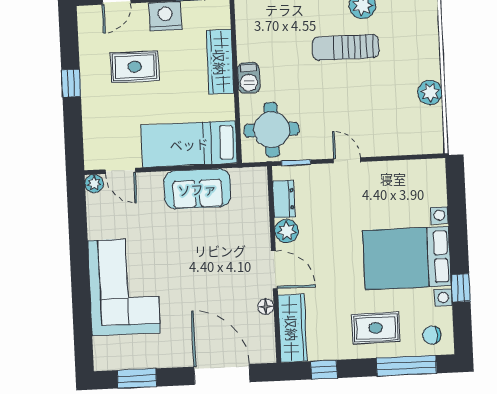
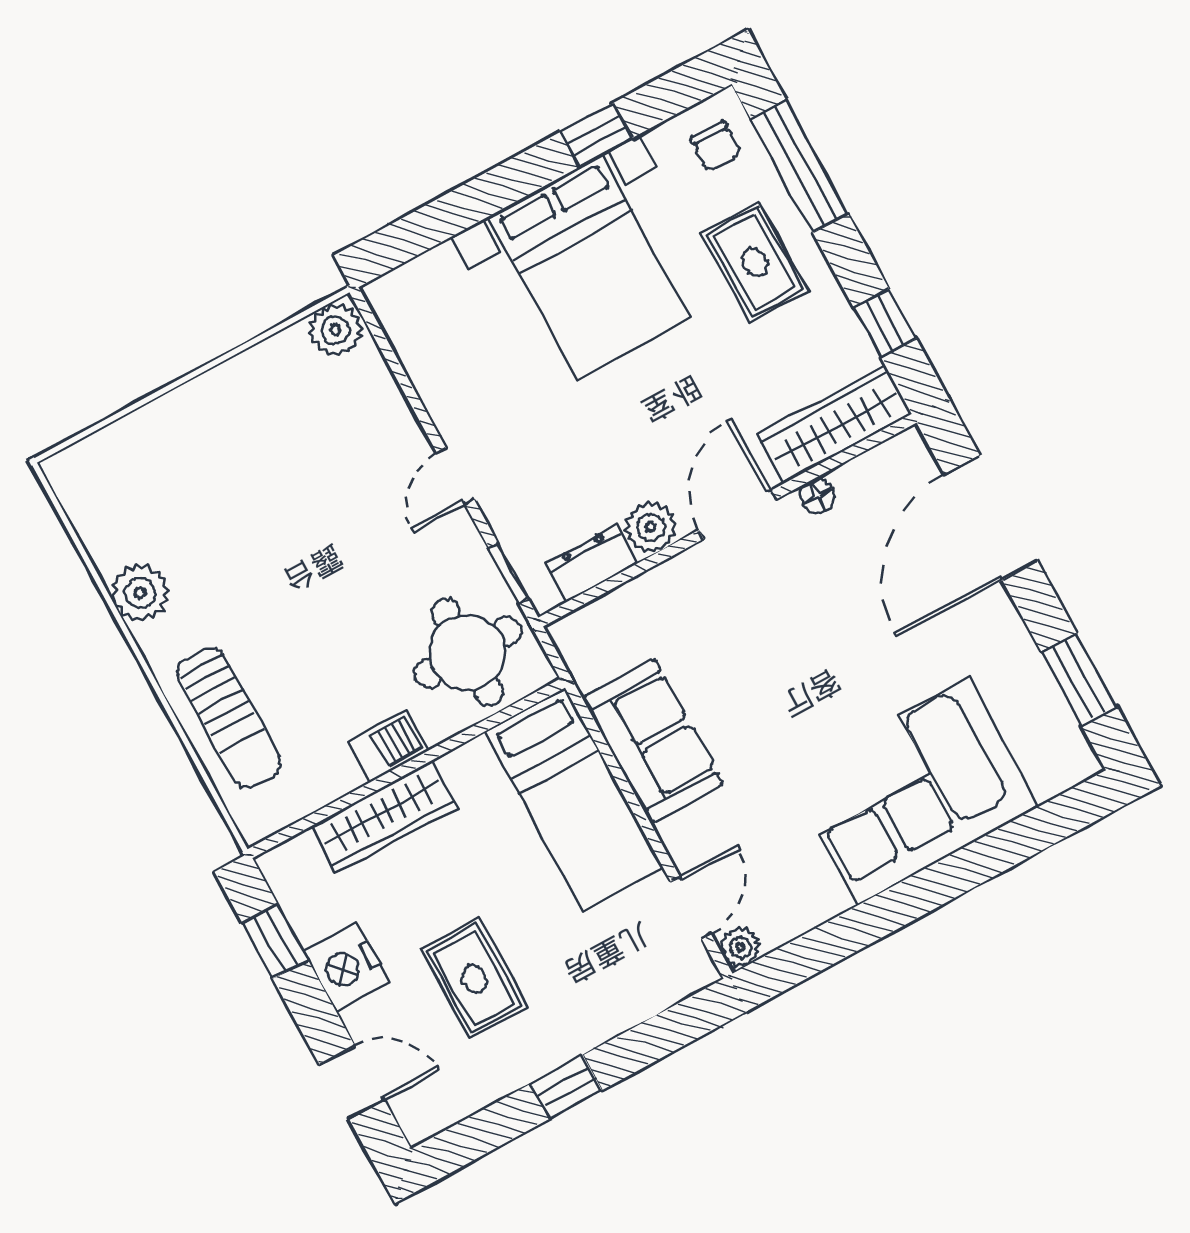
sun lounger: (346, 47) -> (229, 718), moved
plant: (430, 92) -> (335, 330), moved

